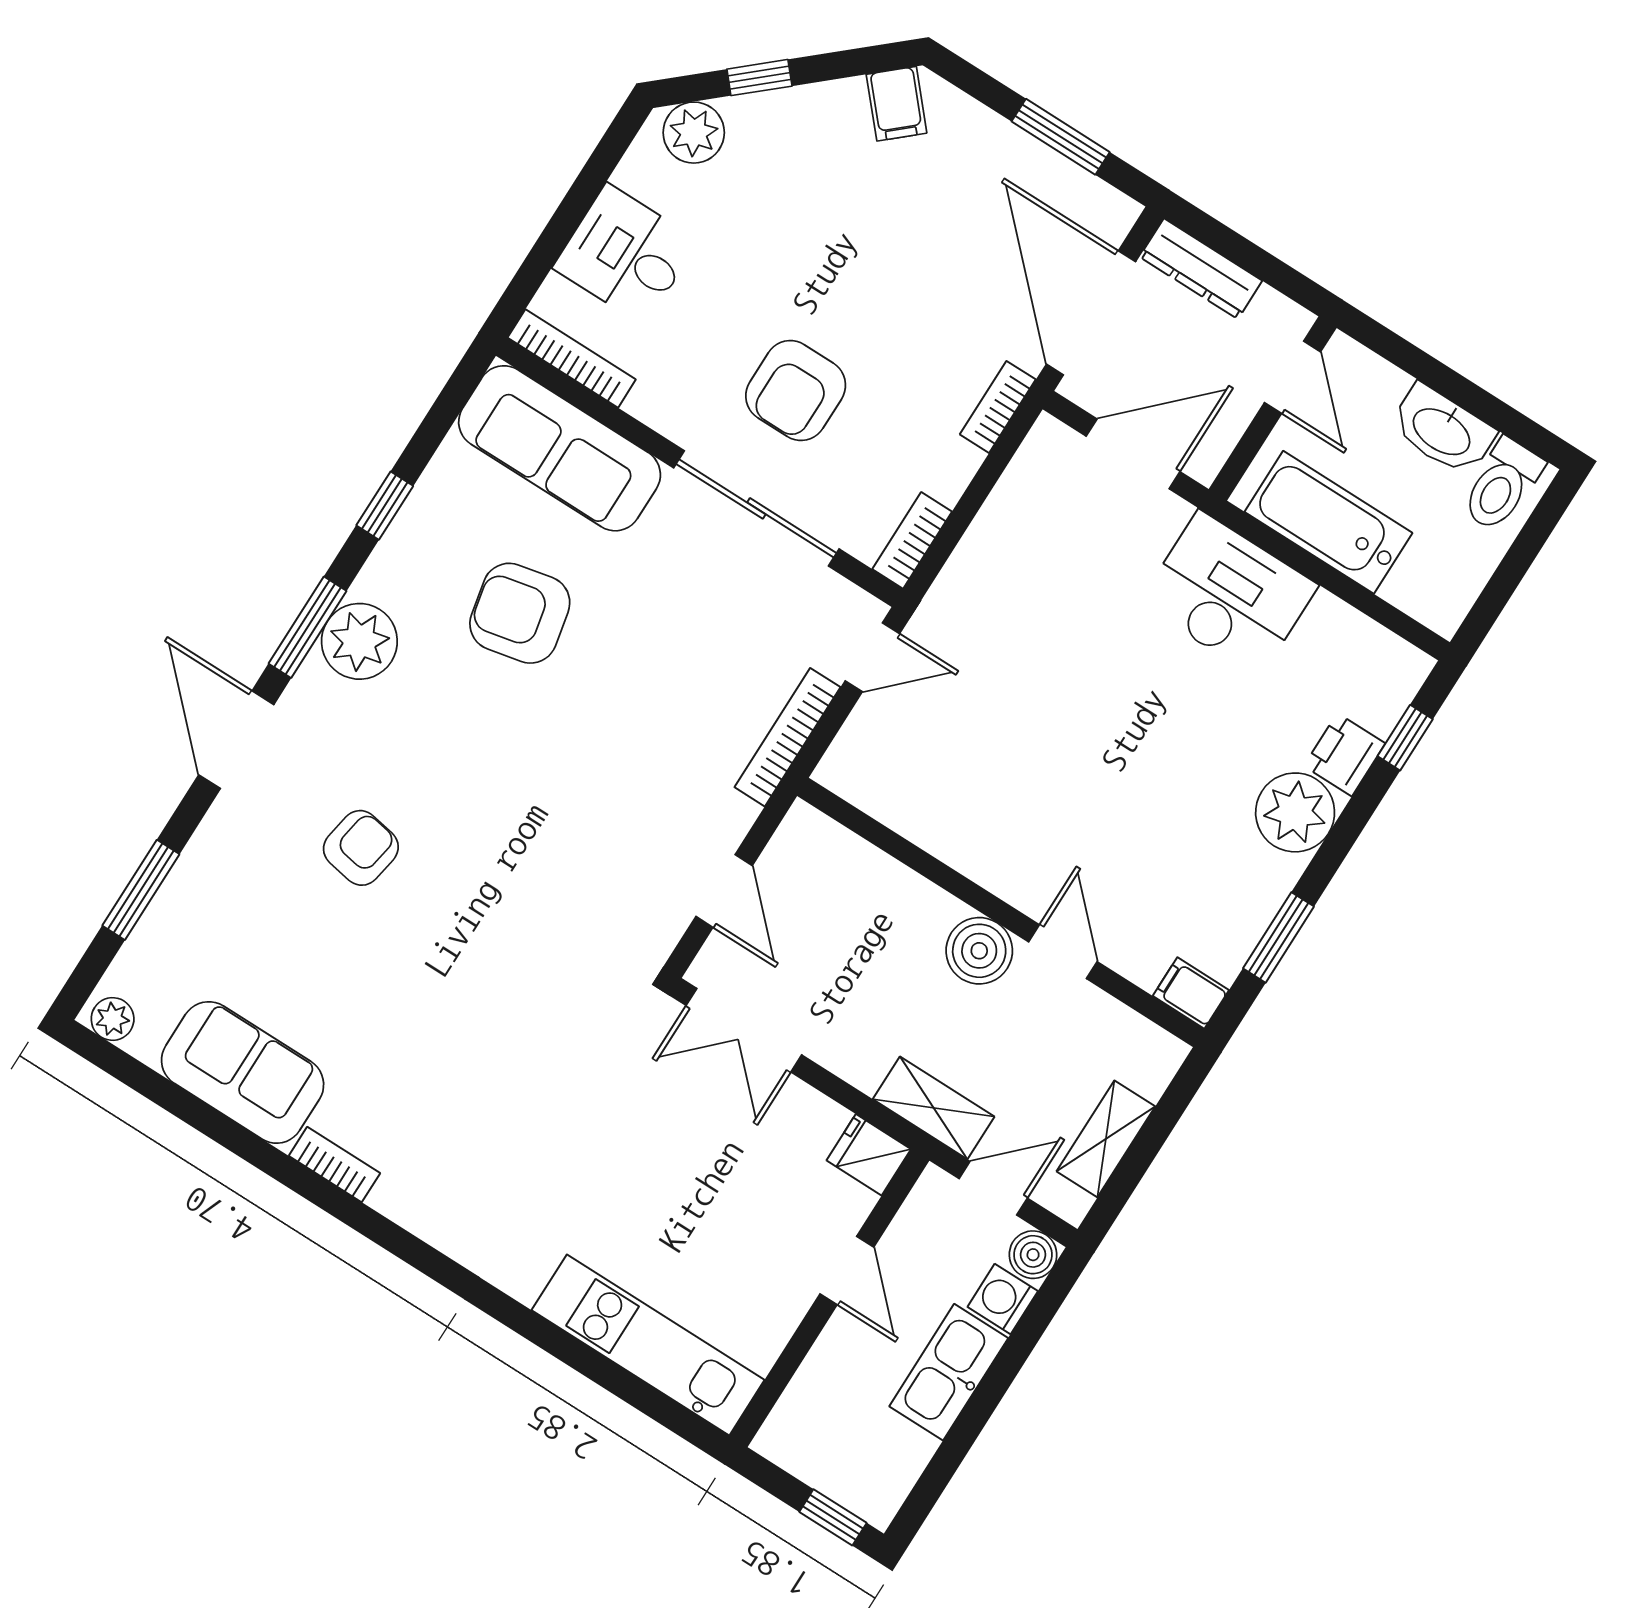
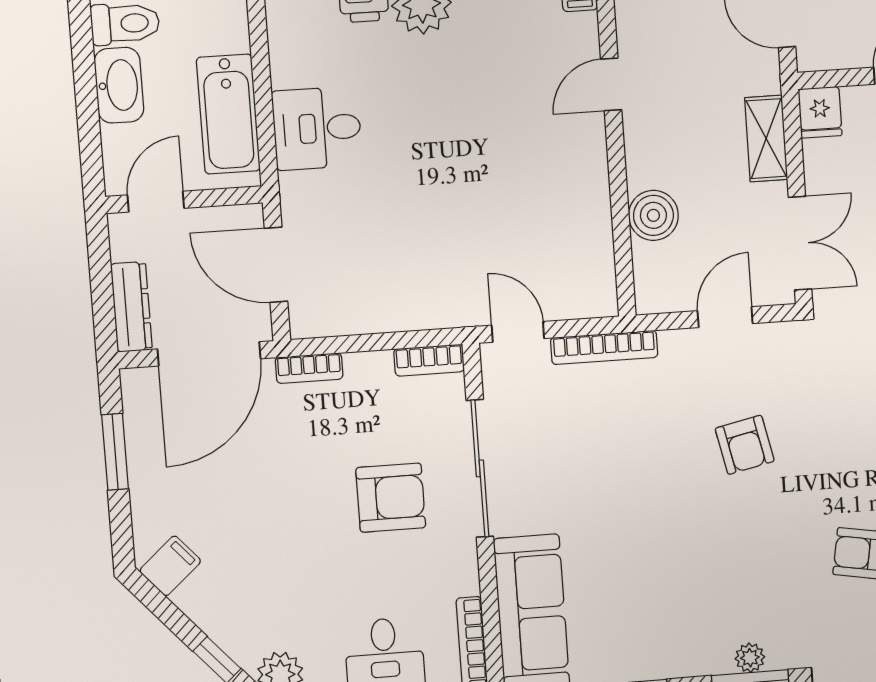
desk: (1229, 594) -> (317, 128), width x0.73
armchair: (520, 613) -> (745, 445), moved, width x0.72, depth x0.72
plant: (359, 641) -> (750, 658), width x0.53, depth x0.53
boiler: (979, 951) -> (653, 215), moved
shelving: (934, 1108) -> (766, 139), moved

